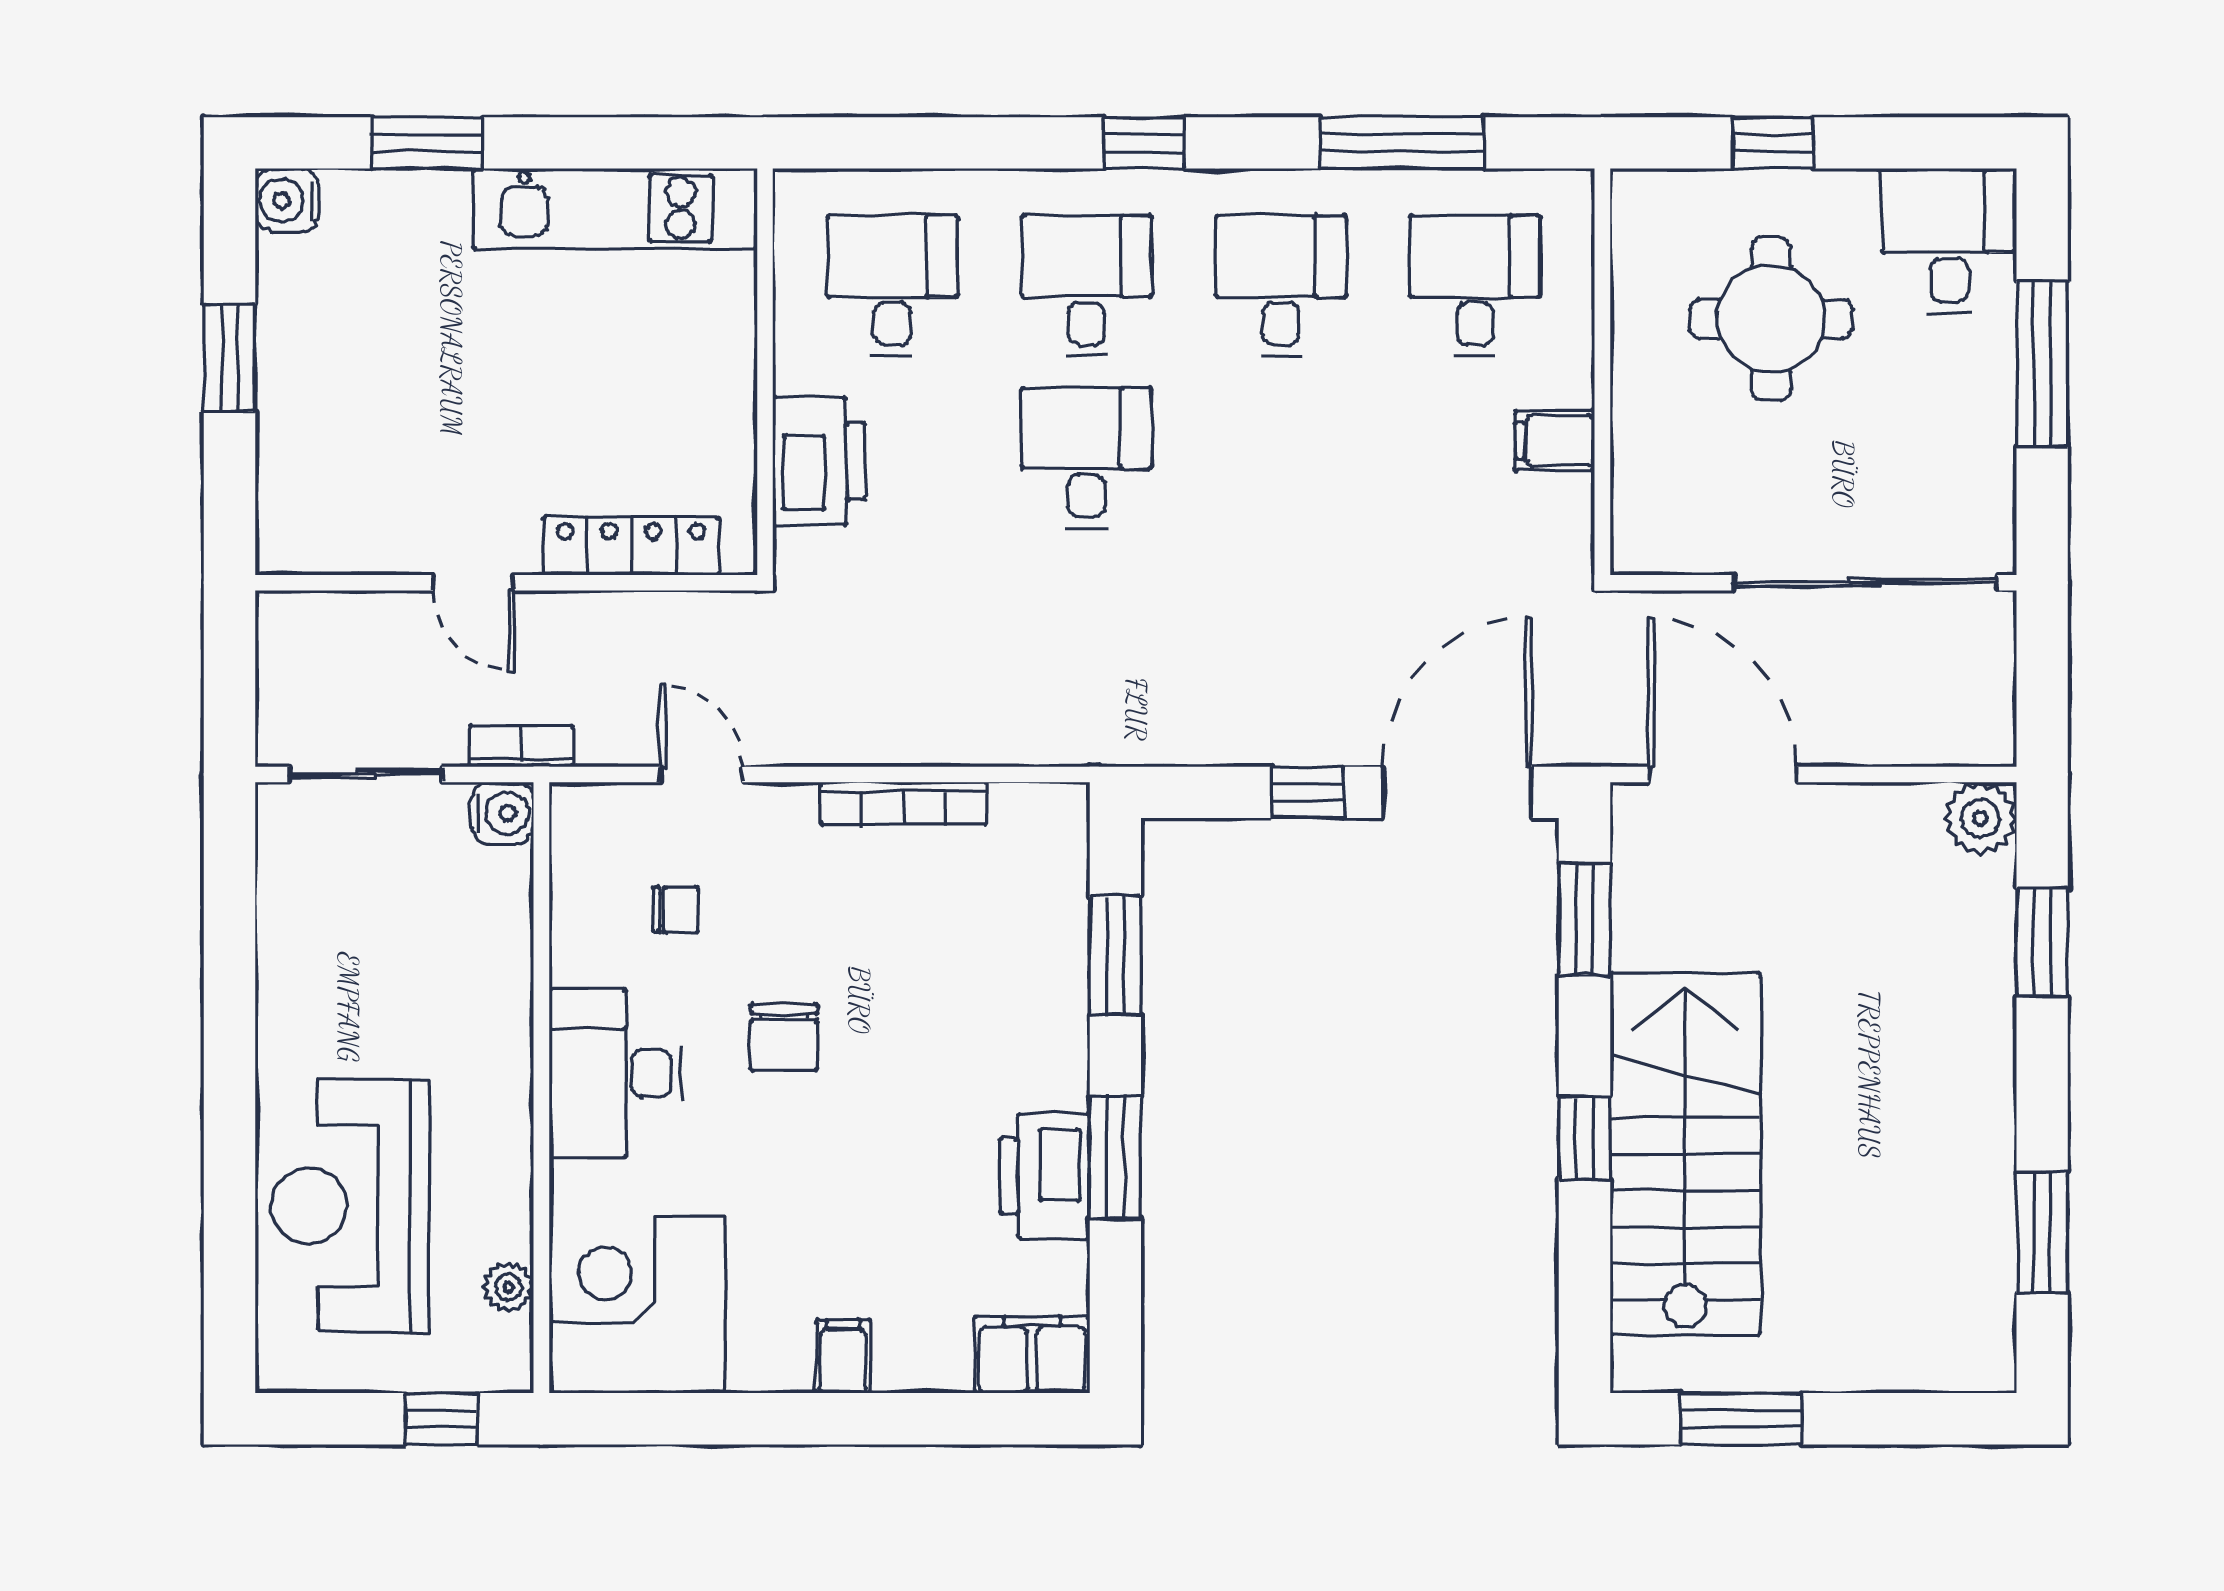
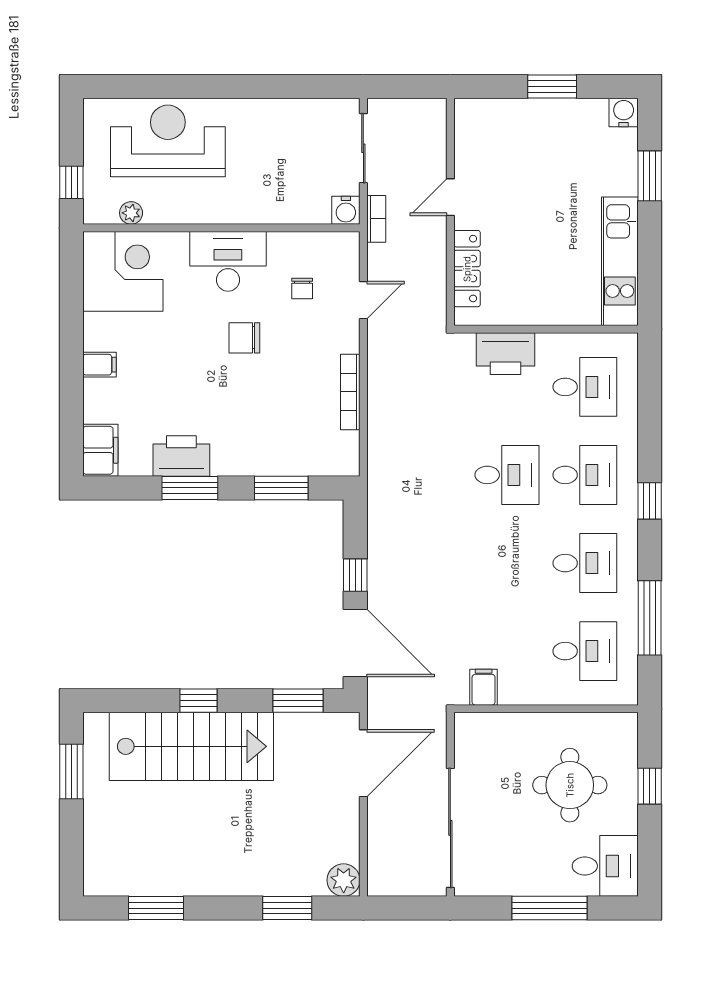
filing cabinet: (1555, 441) -> (484, 687), moved

